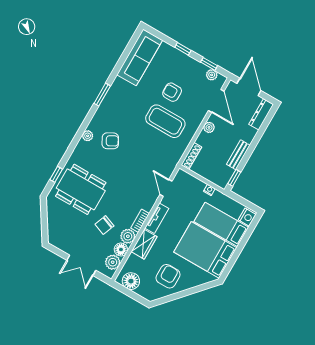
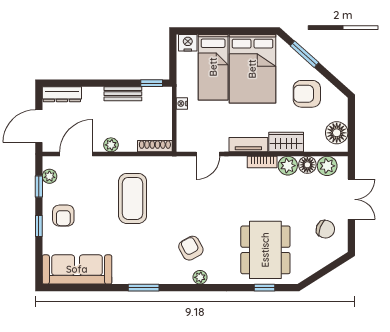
armchair: (172, 92) -> (63, 216), moved
chair: (104, 225) -> (325, 229), moved
window: (195, 290) -> (304, 54), added

